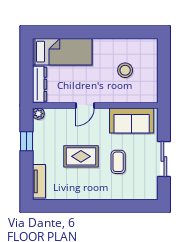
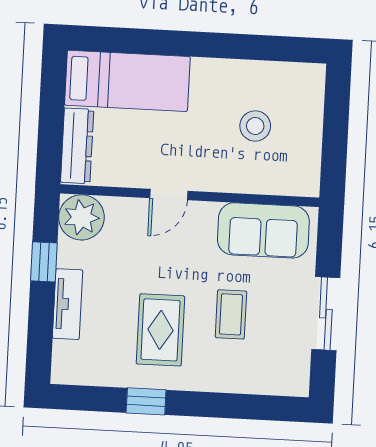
plant: (38, 114) -> (81, 217), width x1.88, depth x1.88
rug: (81, 156) -> (160, 330), moved, turned 90
tv unit: (39, 181) -> (68, 304), moved
window: (79, 206) -> (146, 401), added

